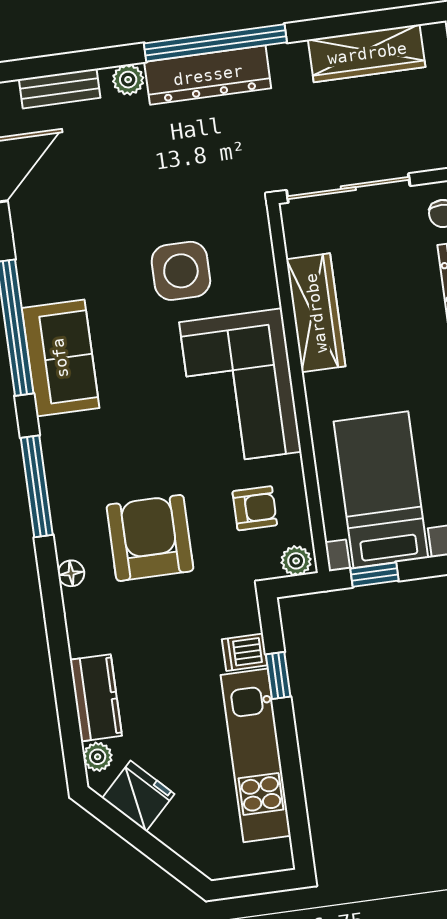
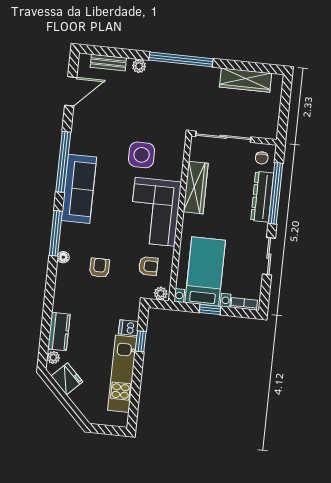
dresser: (208, 75) -> (174, 73), removed
sofa: (60, 358) -> (79, 189), width x1.36
armchair: (150, 538) -> (100, 268), width x0.53, depth x0.53
floor lamp: (71, 573) -> (63, 257), moved
window: (374, 575) -> (210, 310), moved

